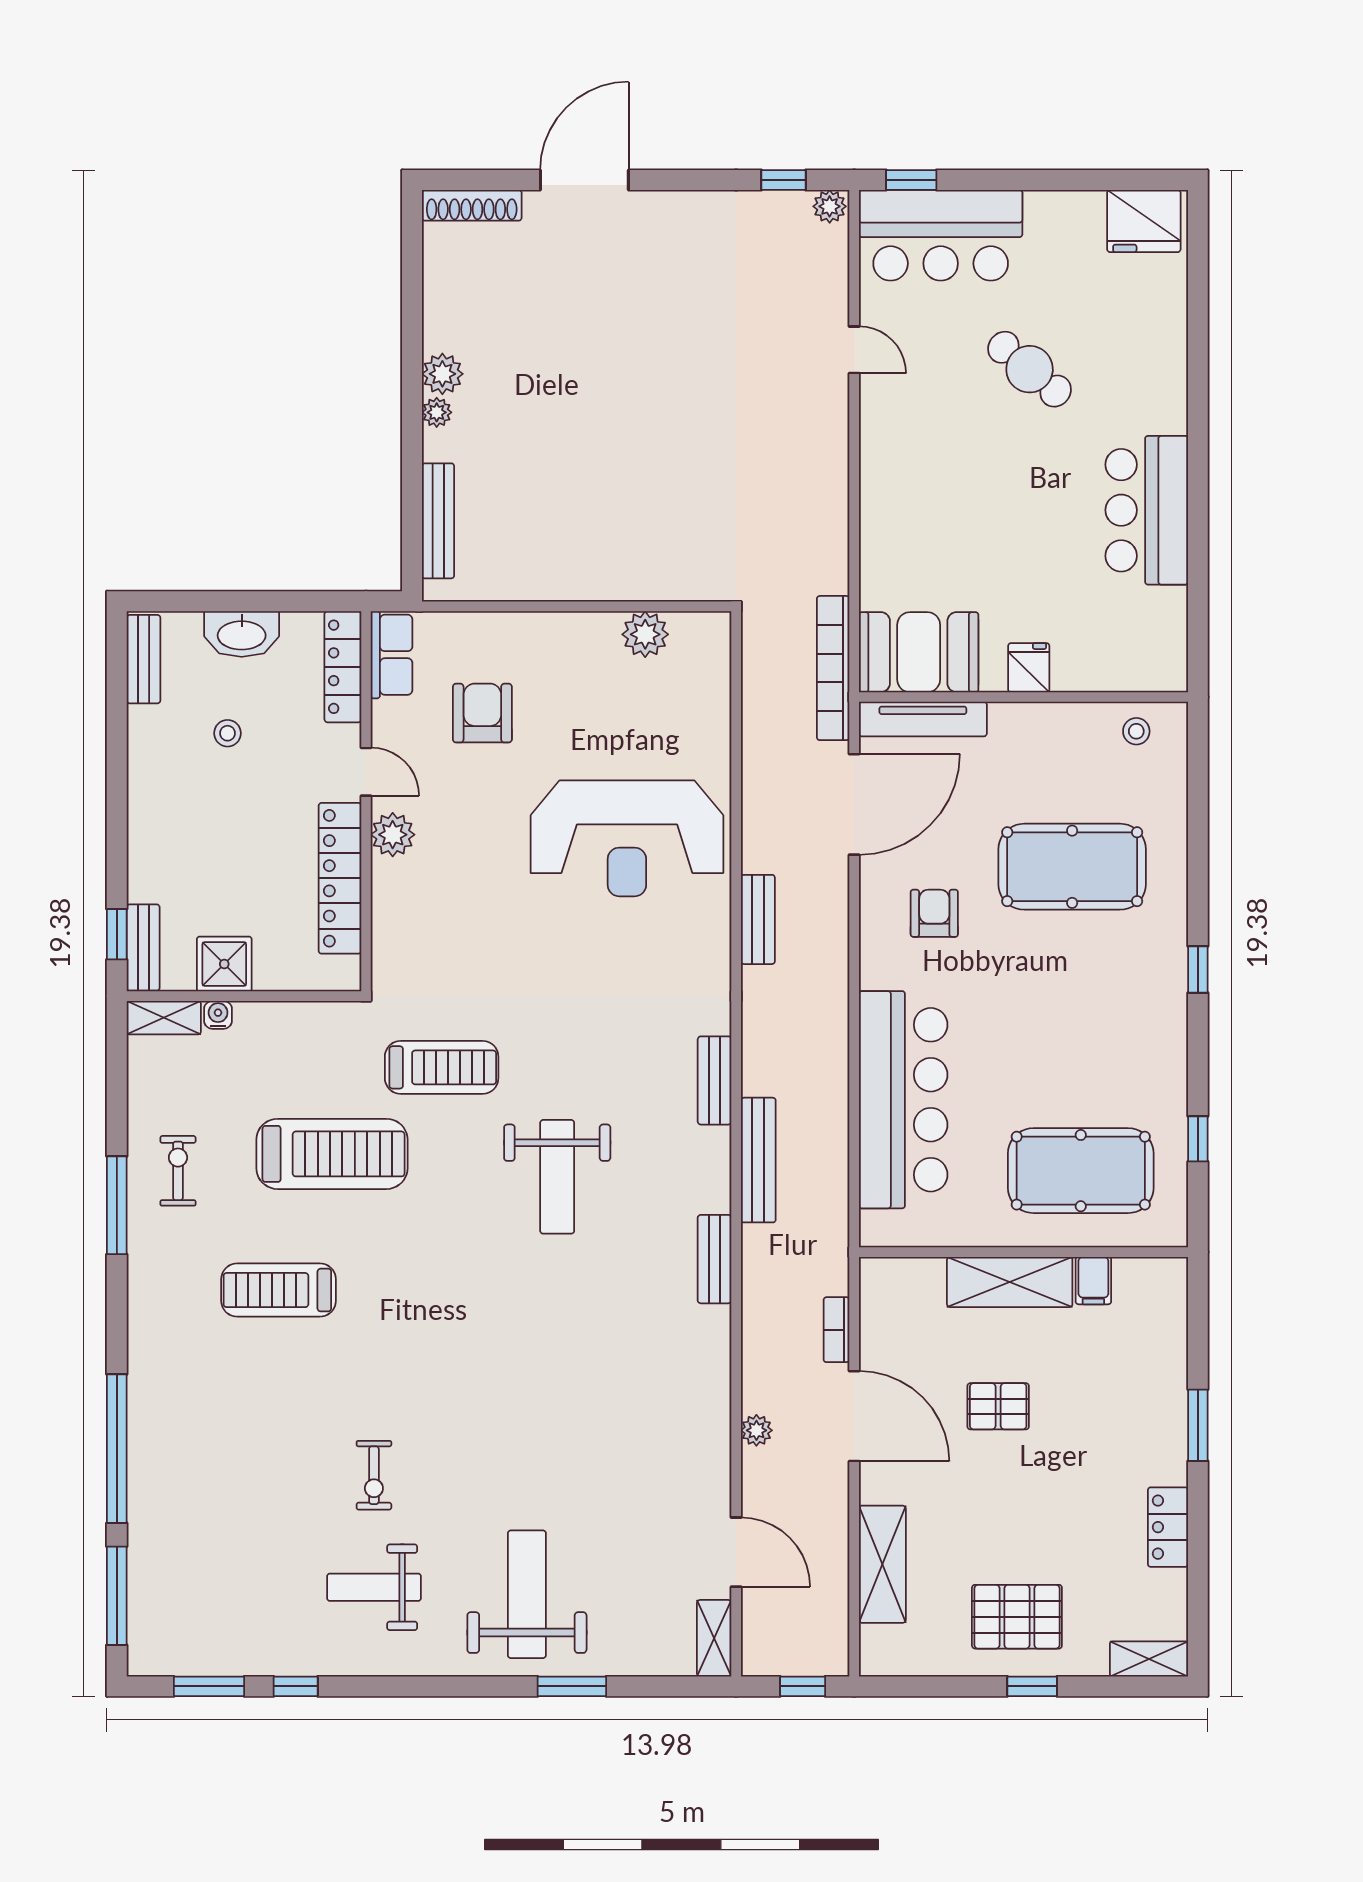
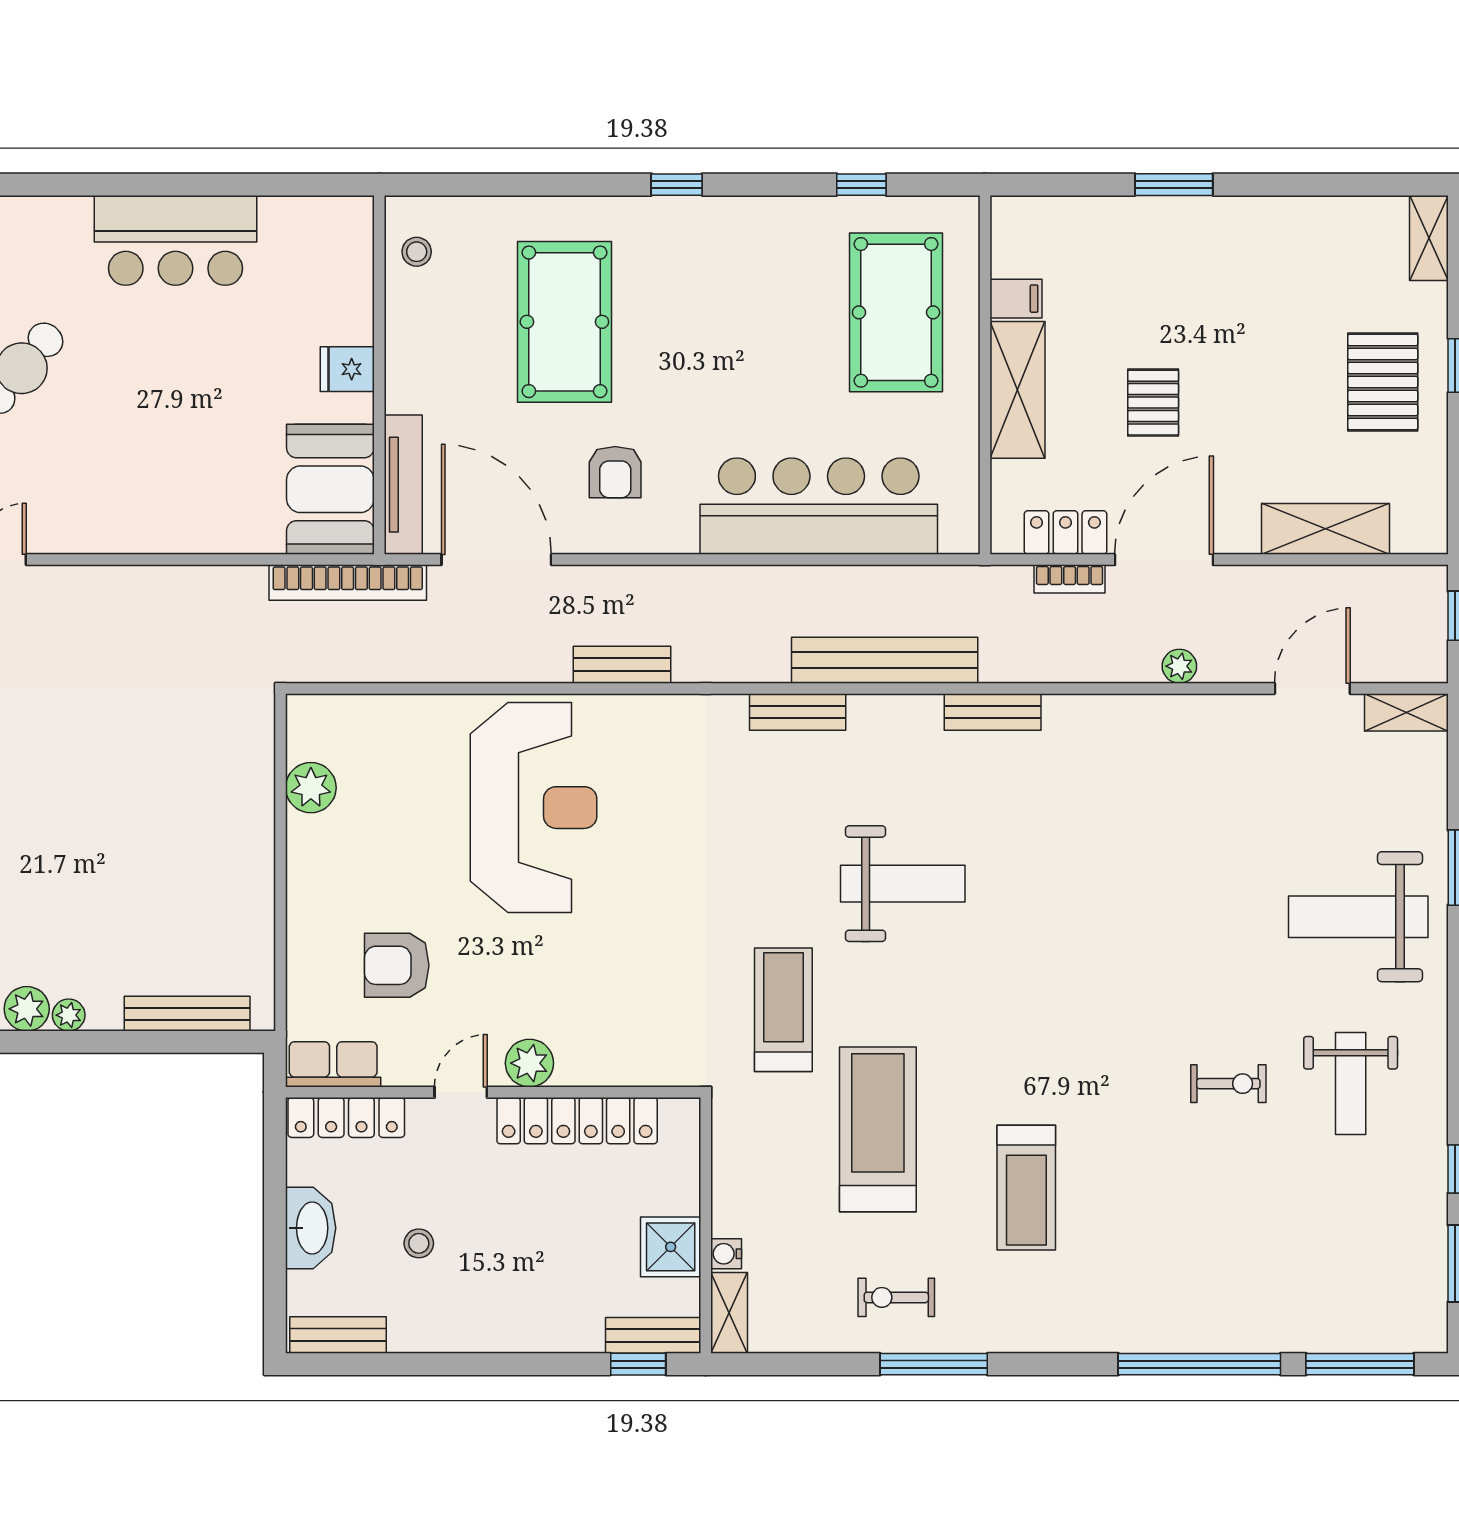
armchair: (934, 913) -> (615, 472), turned -90
bench: (758, 1160) -> (885, 660), width x1.37, depth x1.21
locker: (1168, 1527) -> (1065, 532), moved, turned 180

